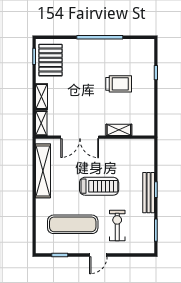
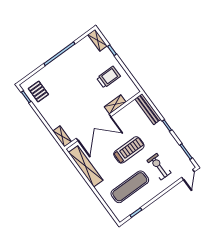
pallet: (50, 60) -> (38, 92), width x0.67, depth x0.71
trolley: (119, 84) -> (109, 77), moved
shelving: (41, 97) -> (98, 40), moved
double door: (80, 137) -> (93, 127), width x1.36
bench: (149, 193) -> (148, 109), moved
door: (98, 255) -> (188, 175), moved

